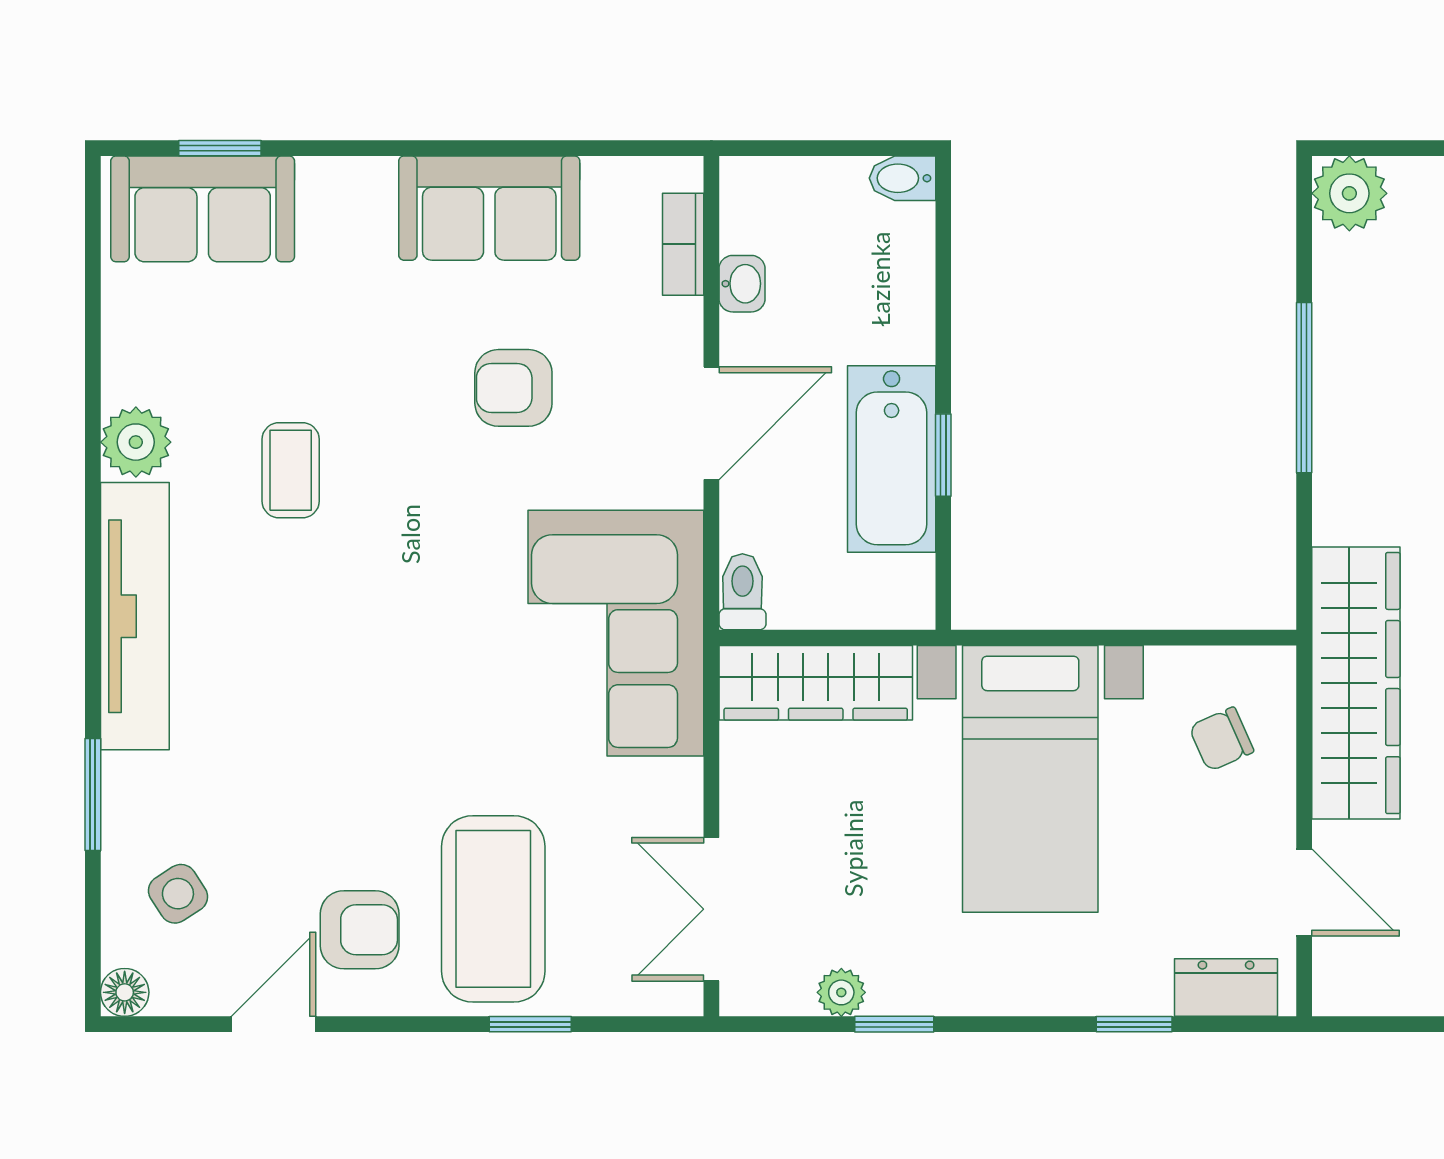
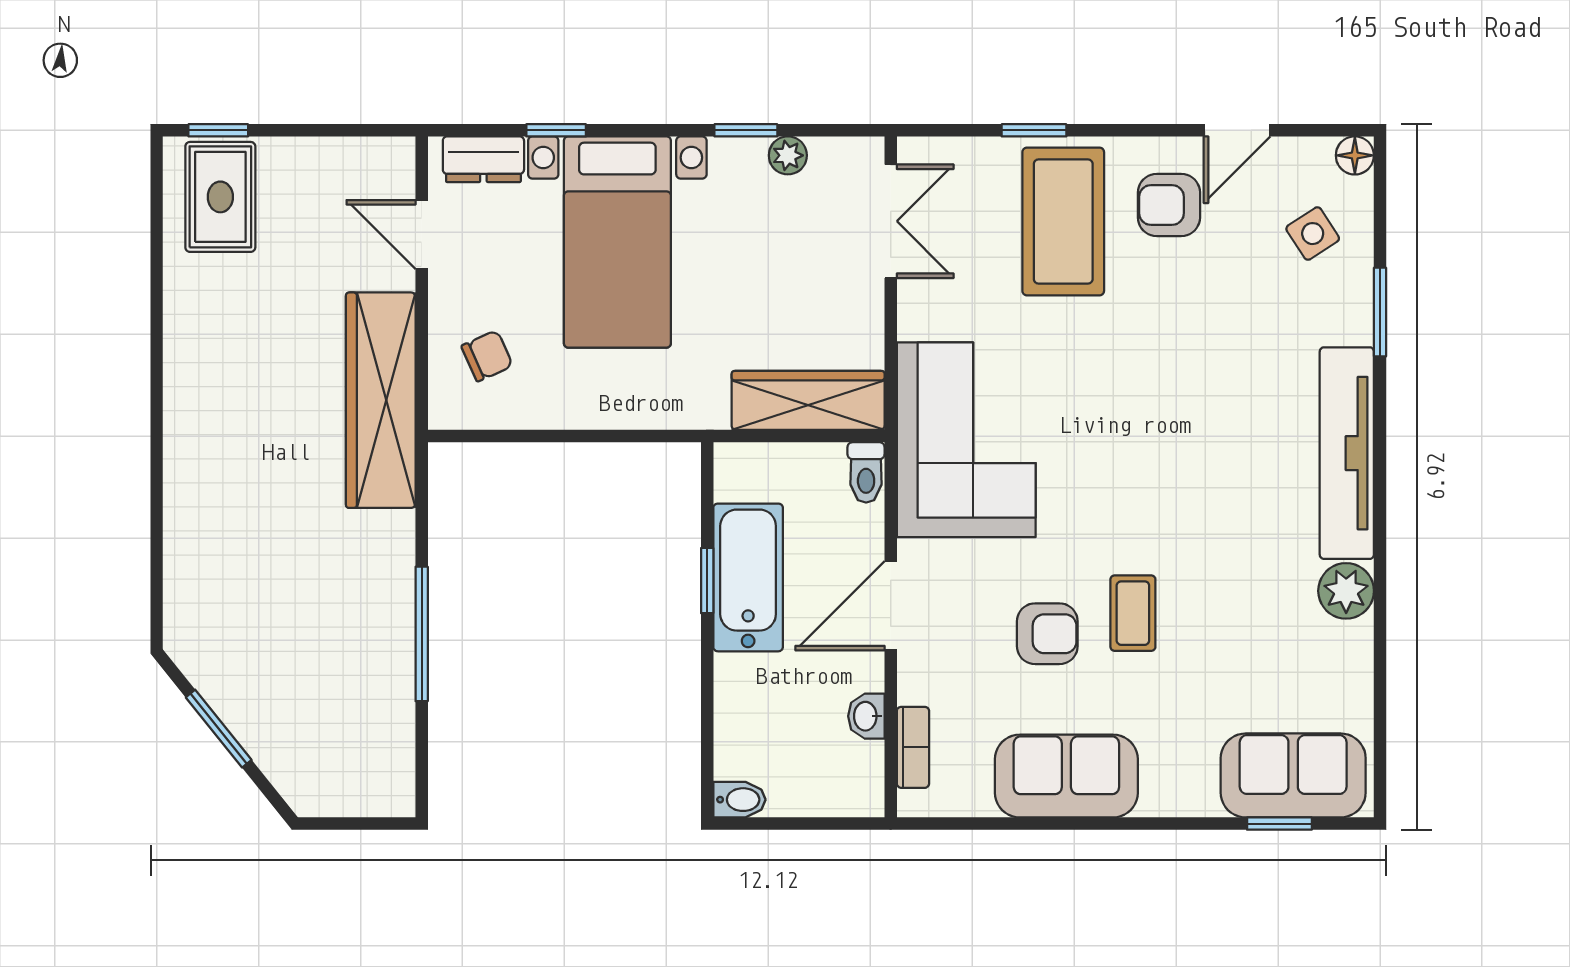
plant: (1349, 193) -> (386, 788), removed
coffee table: (291, 470) -> (1133, 613), moved
bed with nightstands: (1030, 779) -> (617, 242), moved, turned 180

